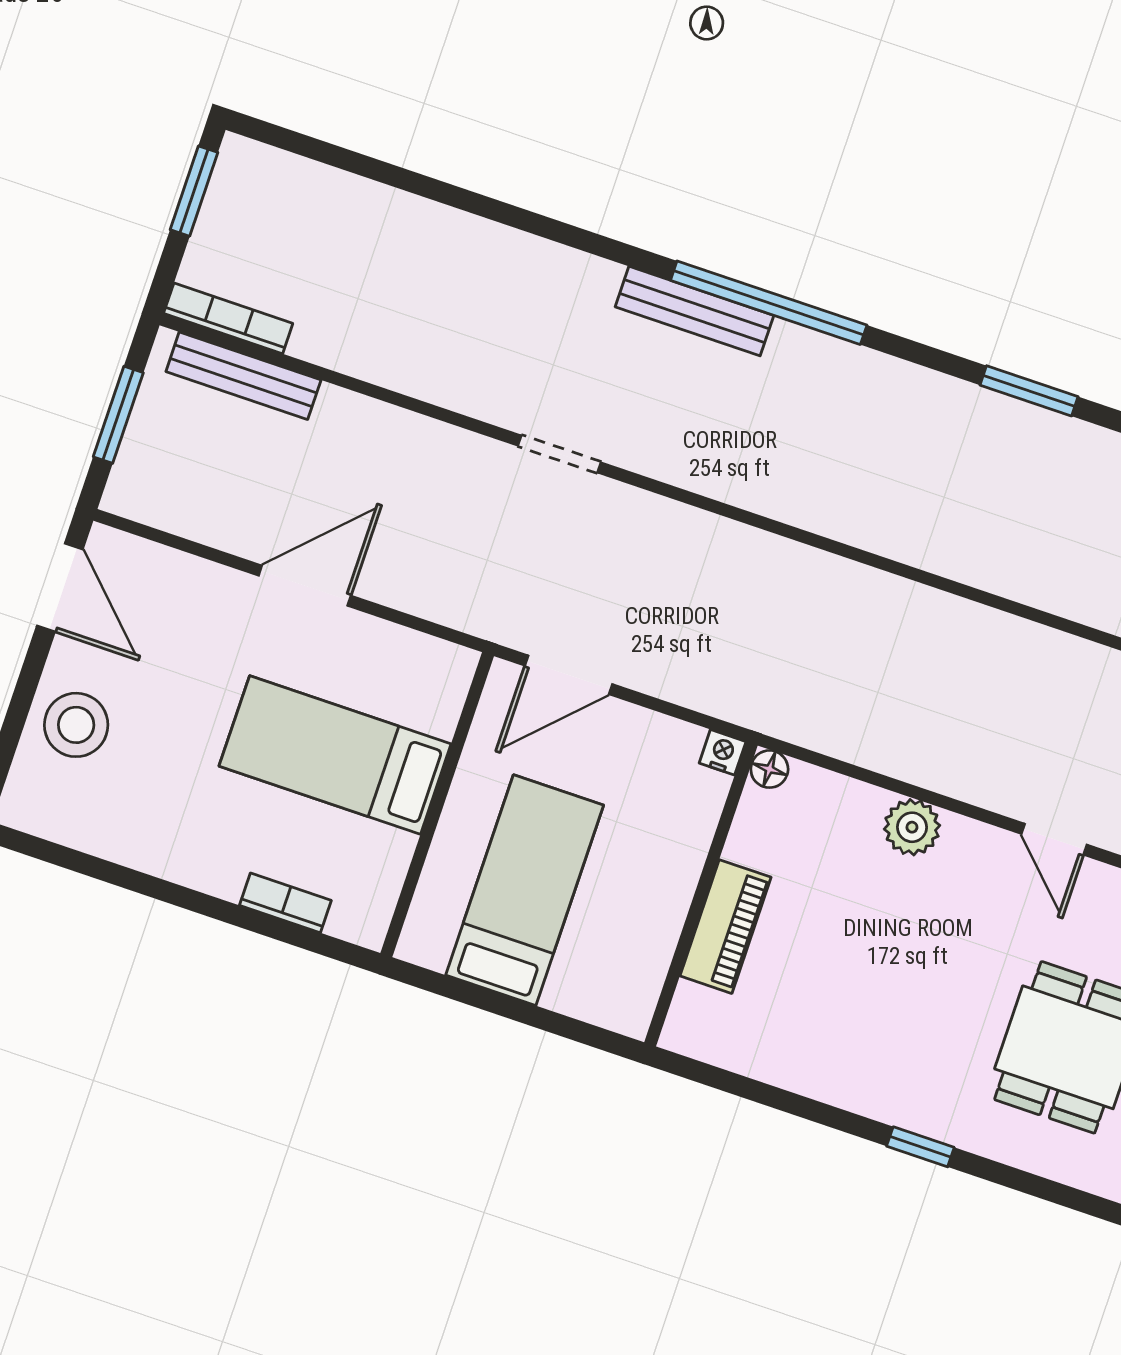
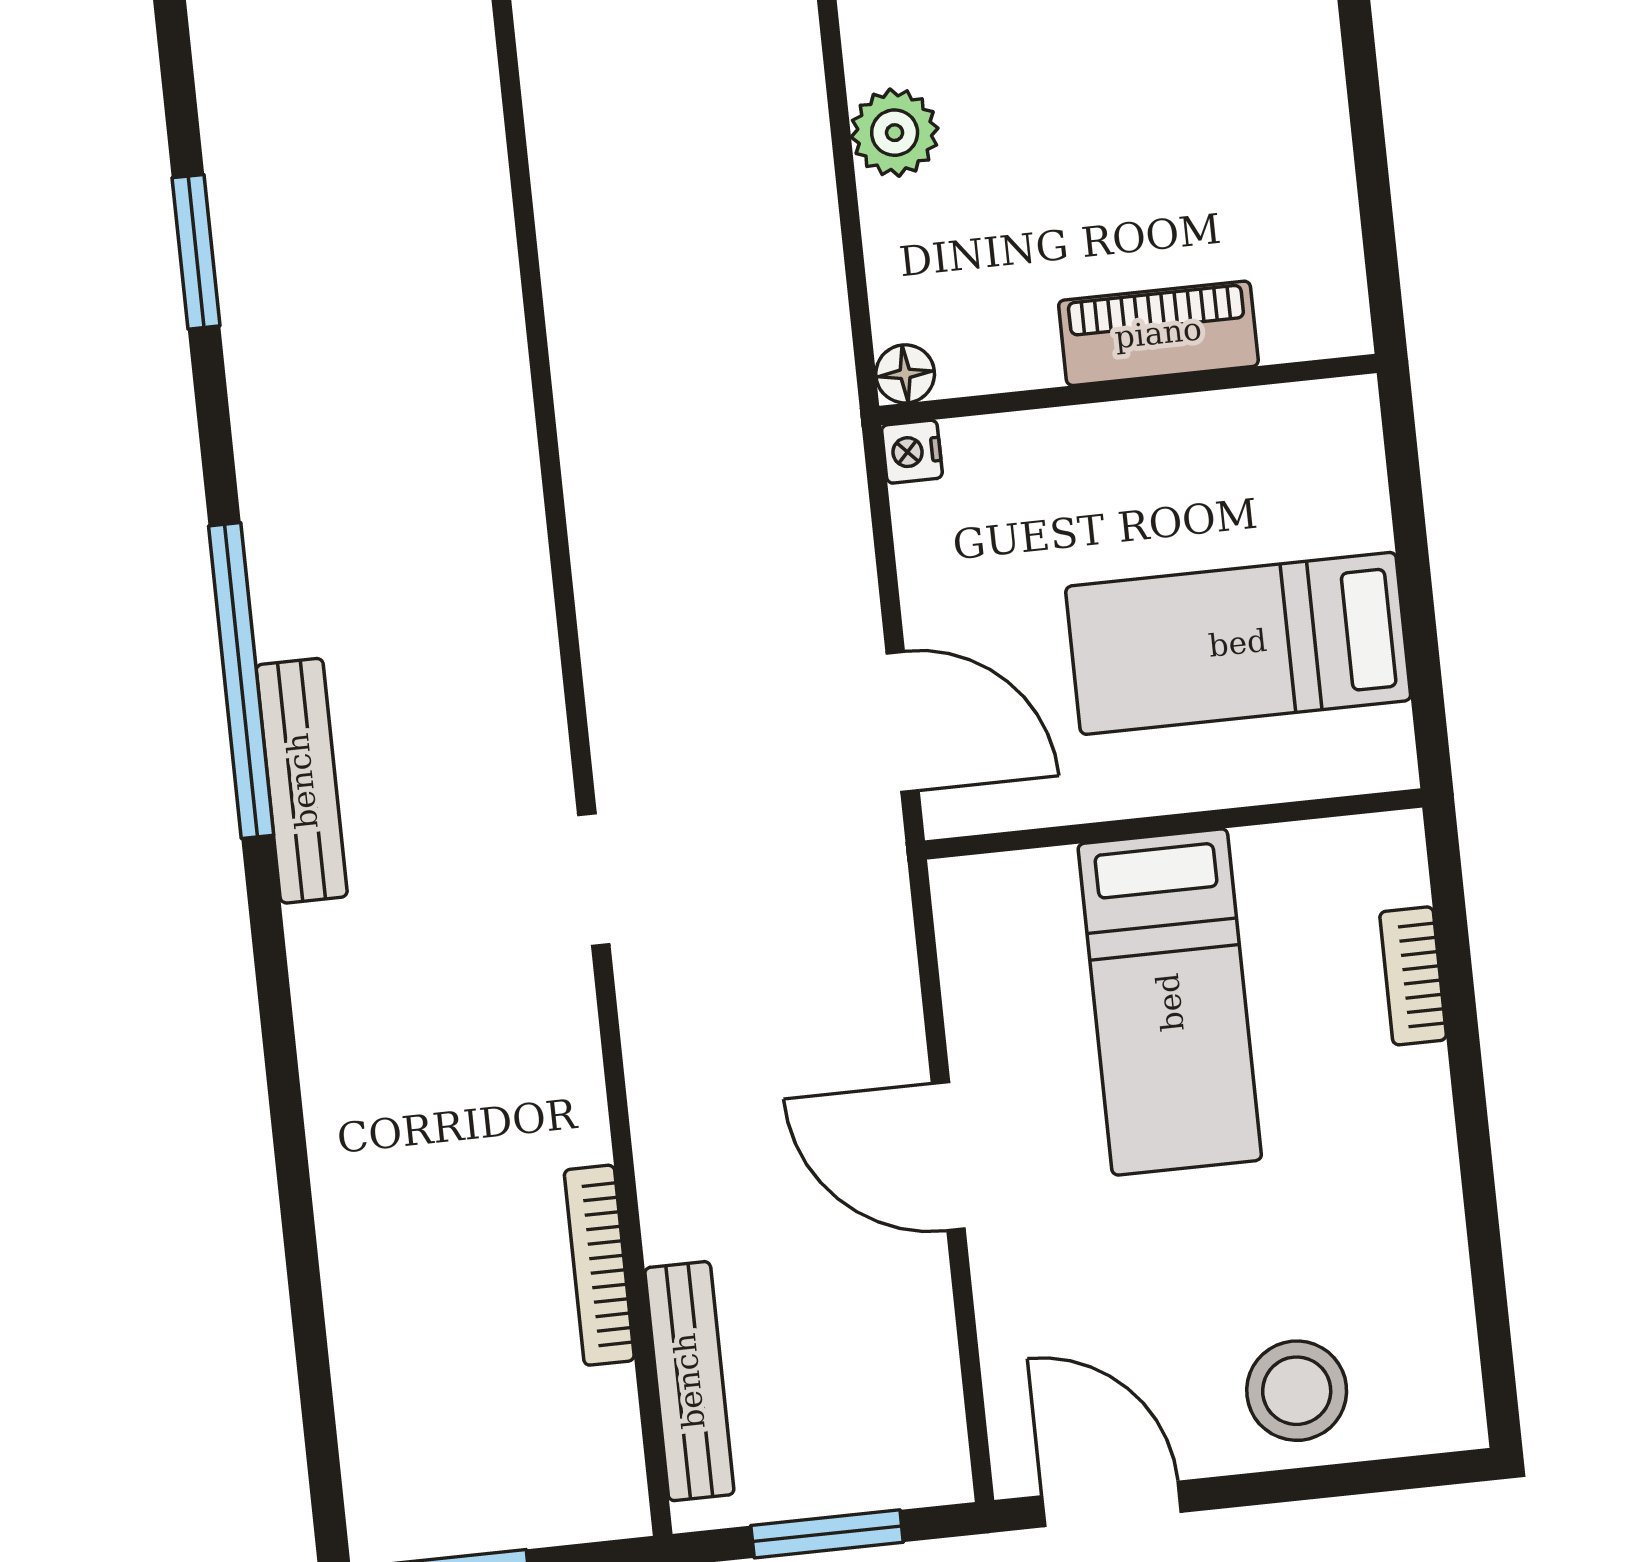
bookcase: (228, 318) -> (599, 1265), moved
door: (60, 588) -> (1112, 1504), hinge flipped

